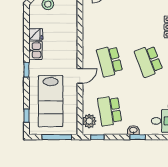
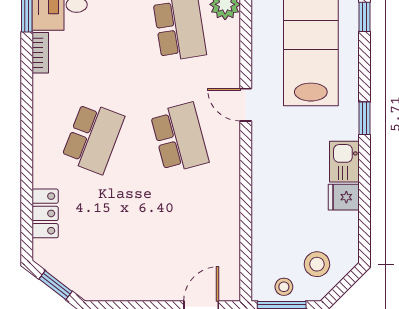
school desk: (149, 61) -> (93, 138), turned 42
door: (80, 76) -> (246, 105), hinge flipped

